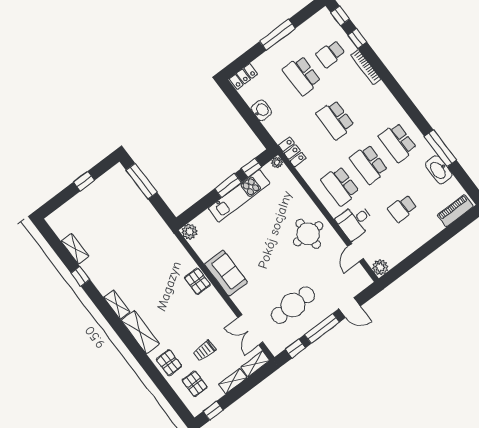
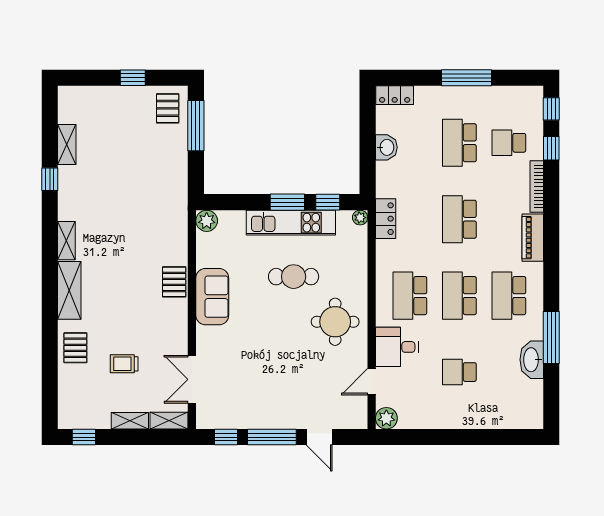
piano: (455, 211) -> (533, 238), moved, turned -90
cafe table: (293, 305) -> (294, 277), moved, width x0.73, depth x0.74
pallet: (195, 384) -> (168, 108), moved

